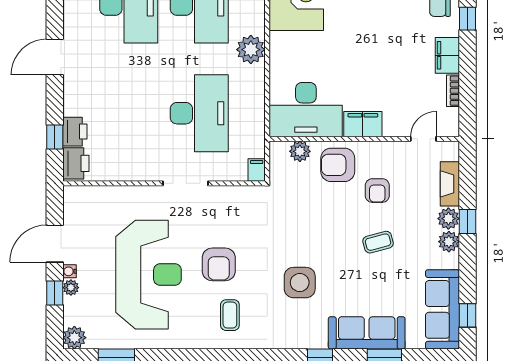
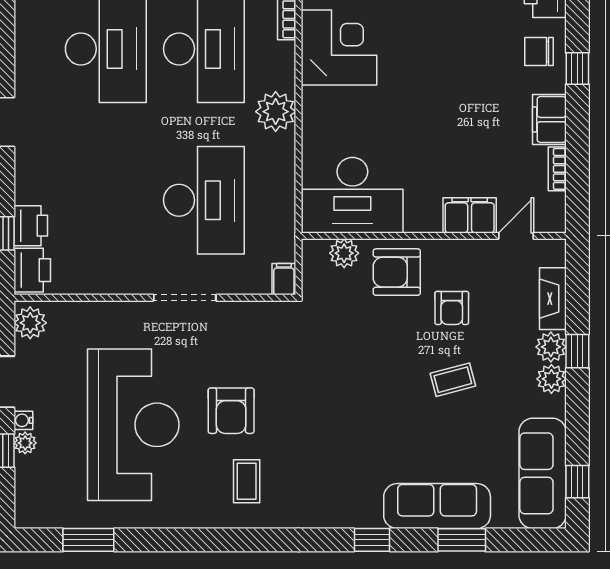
filing cabinet: (363, 124) -> (470, 215), moved
side table: (300, 283) -> (344, 436), removed
plant: (74, 338) -> (30, 323), moved

